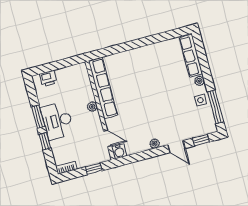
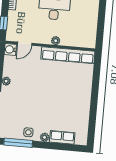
row of seats: (191, 56) -> (62, 137), width x0.68
printer: (48, 78) -> (92, 13), removed

